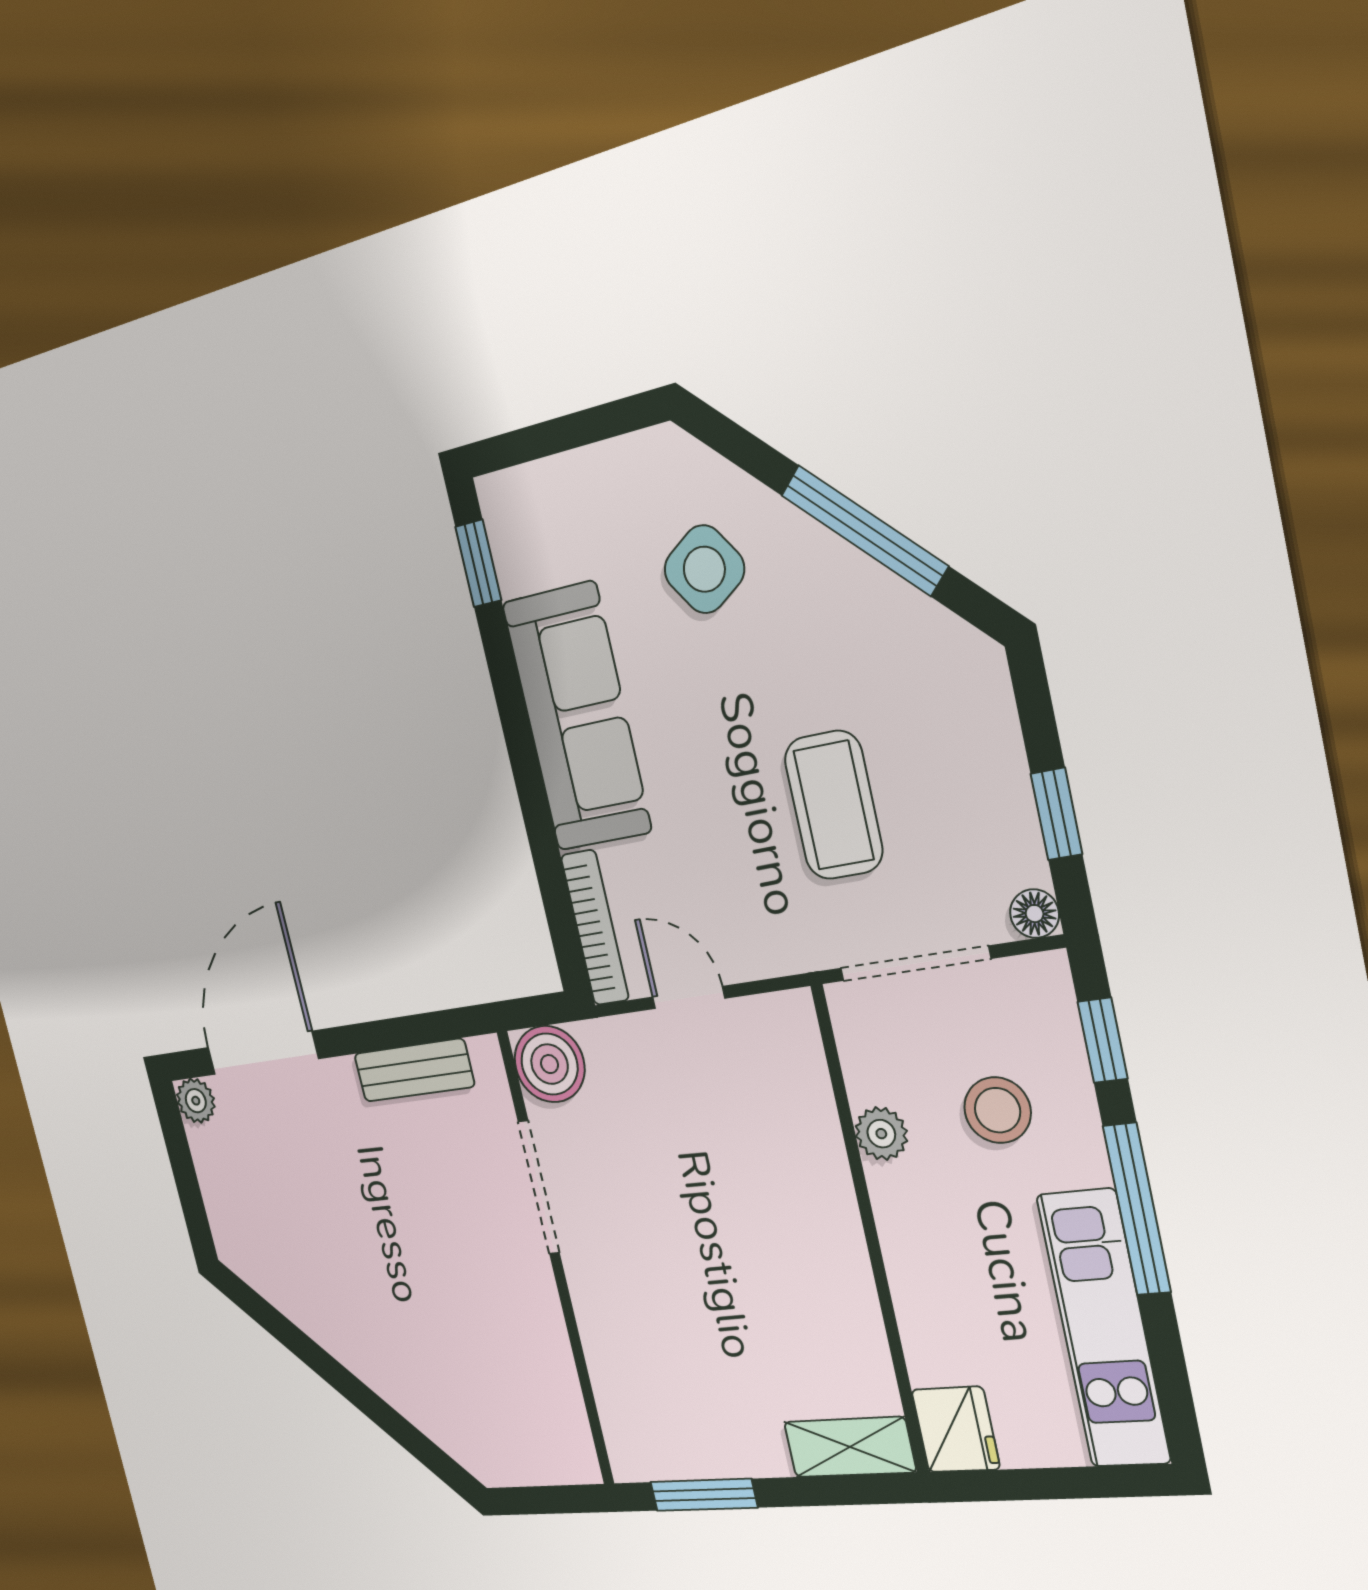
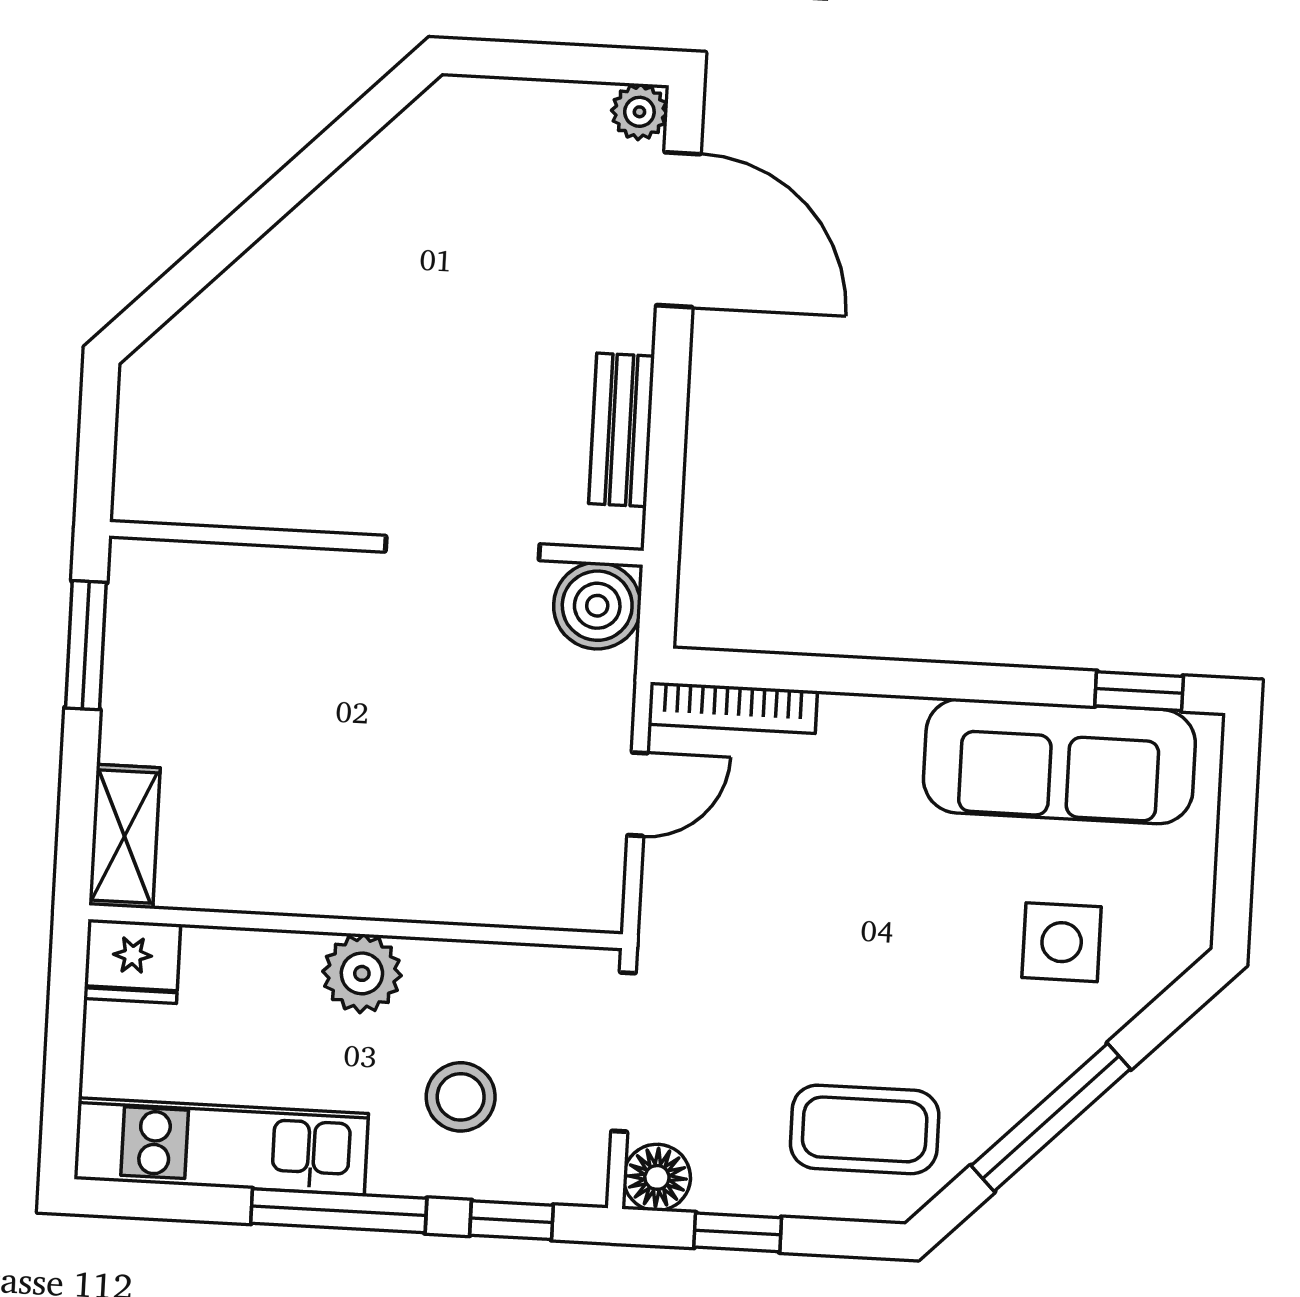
side table: (704, 569) -> (1062, 942), turned 34
sofa: (577, 717) -> (1059, 761), moved
coffee table: (834, 805) -> (865, 1129), moved
floor lamp: (1035, 914) -> (657, 1177), width x1.37, depth x1.37
plant: (881, 1134) -> (362, 973), moved, width x1.38, depth x1.38

